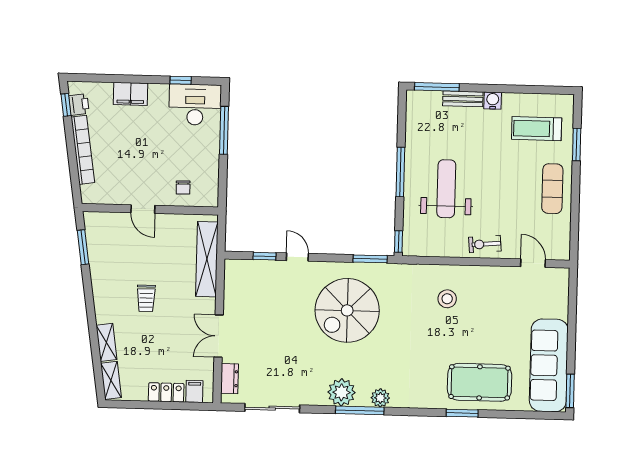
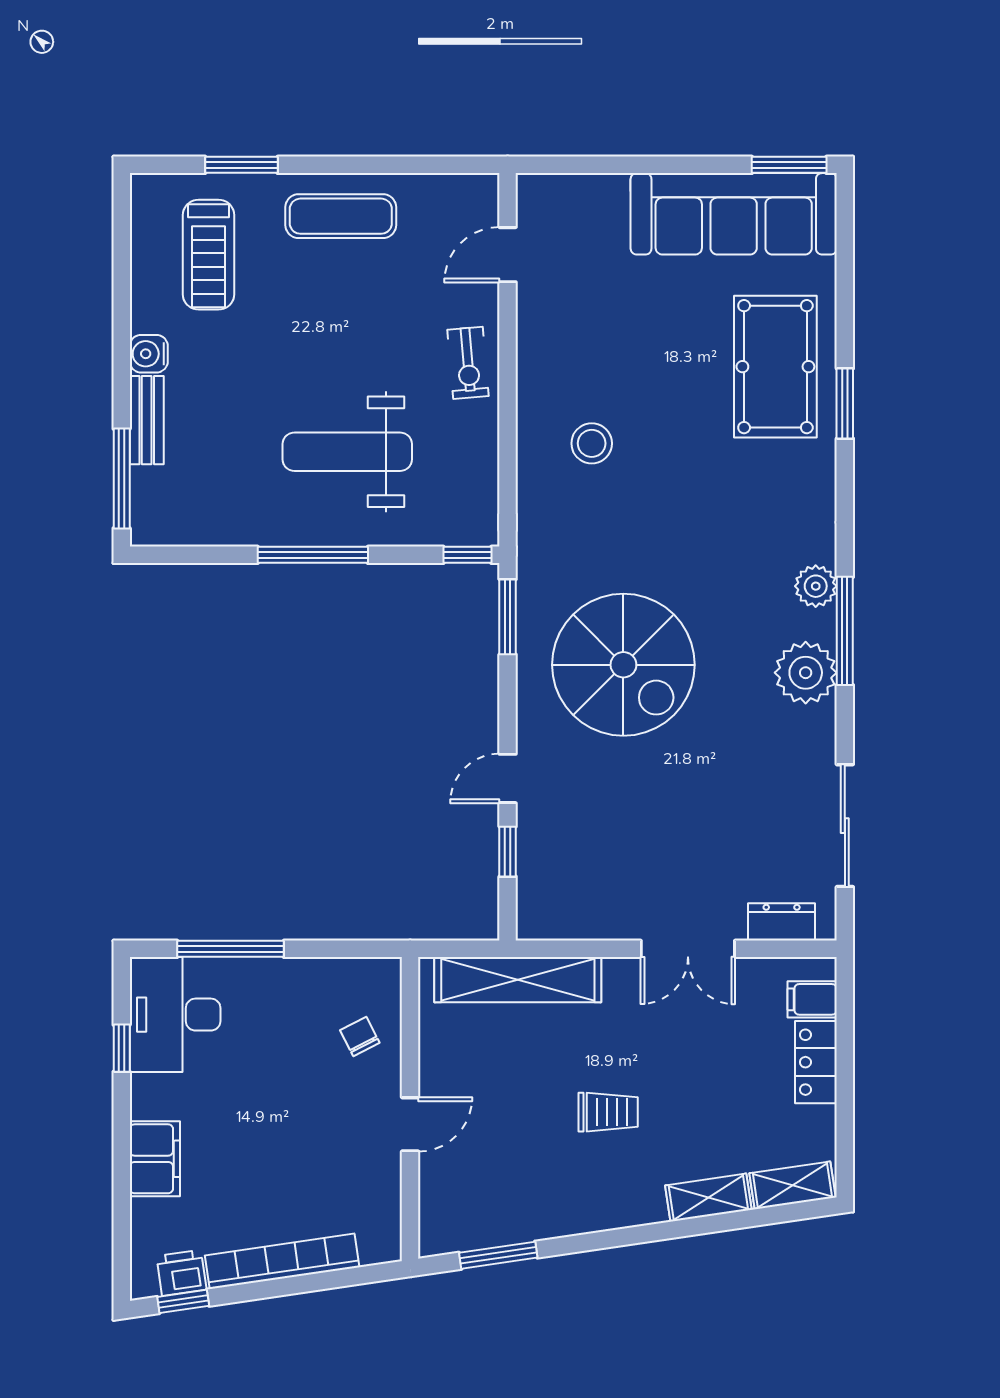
chair: (183, 187) -> (360, 1036), turned -116

